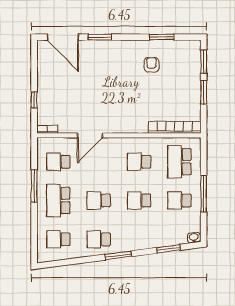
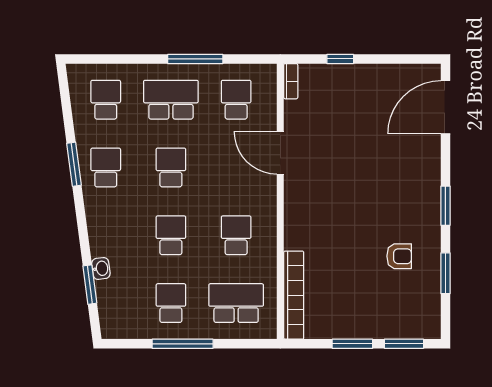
window: (100, 37) -> (445, 206), moved
washbasin: (194, 238) -> (101, 268), moved
window: (118, 255) -> (74, 164), moved

